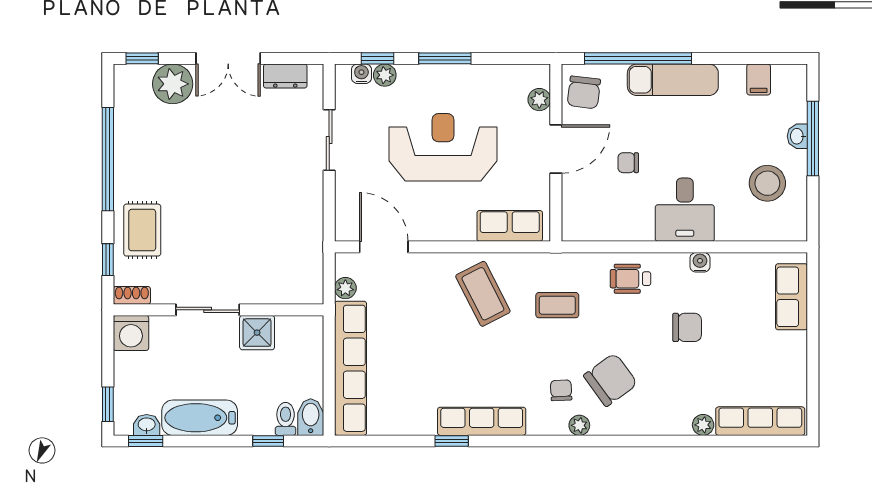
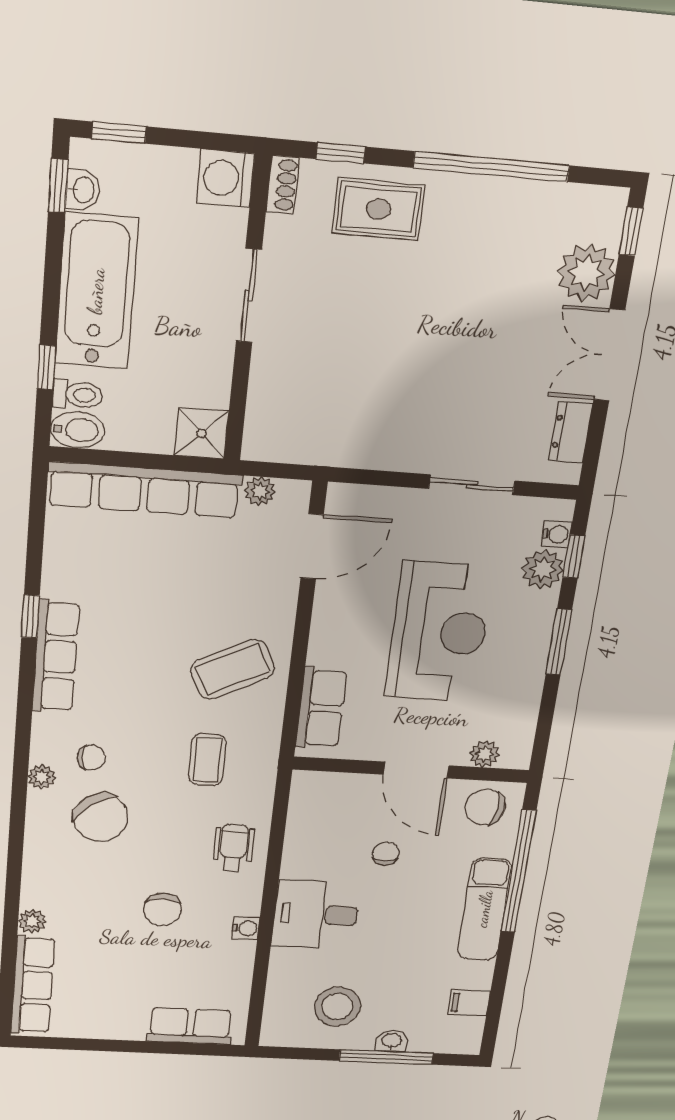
plant: (385, 75) -> (543, 569), width x1.38, depth x1.38
shower: (257, 333) -> (201, 433), moved
bathtub: (200, 418) -> (96, 291), width x1.36, depth x1.36

